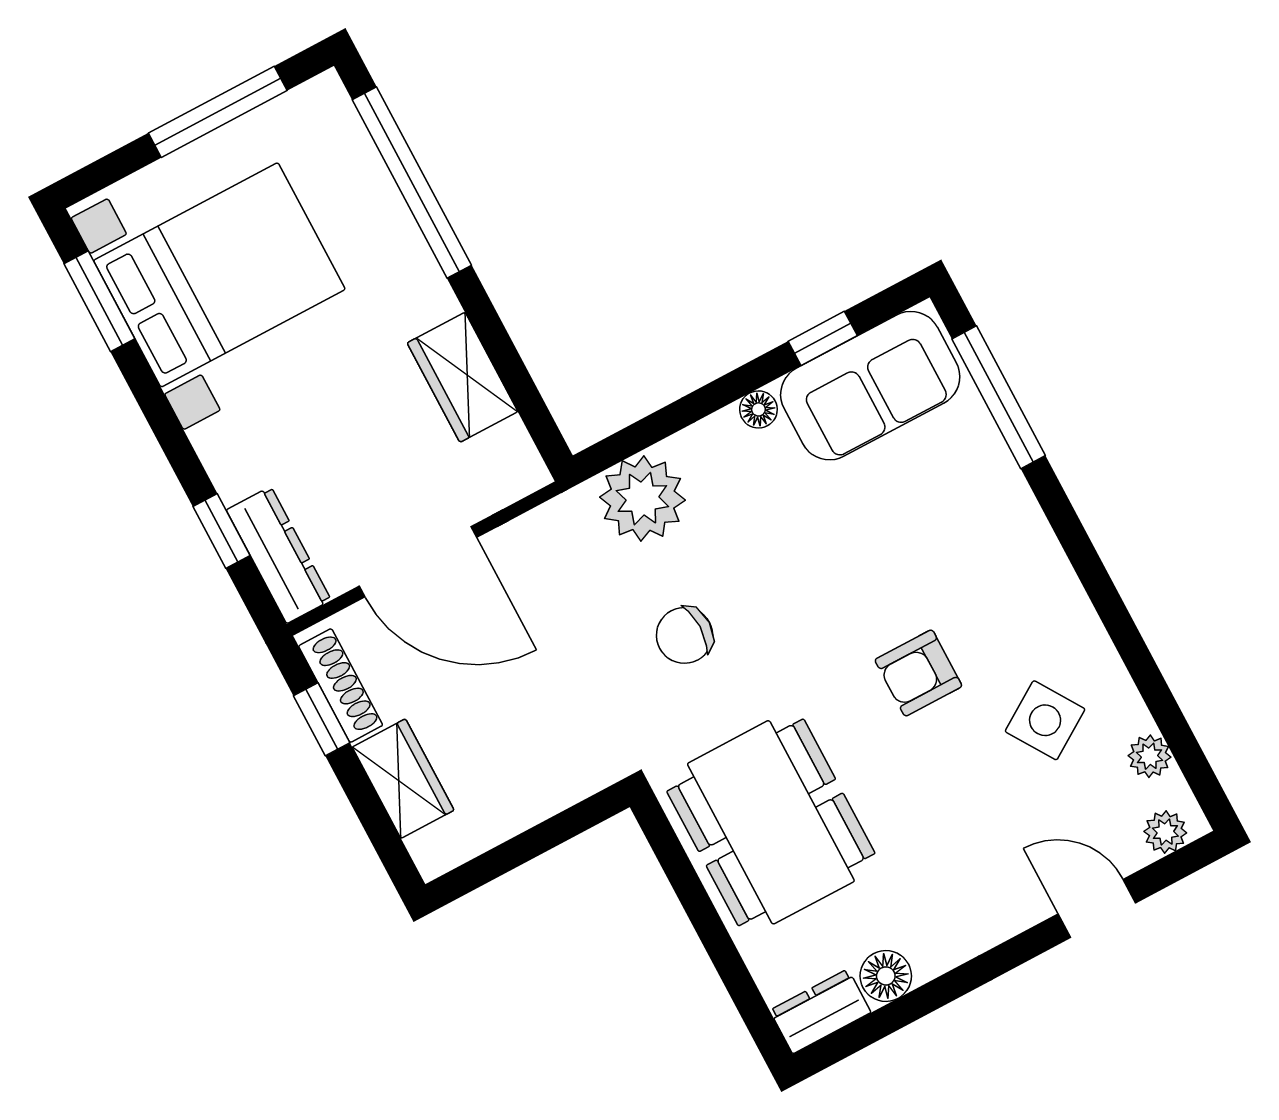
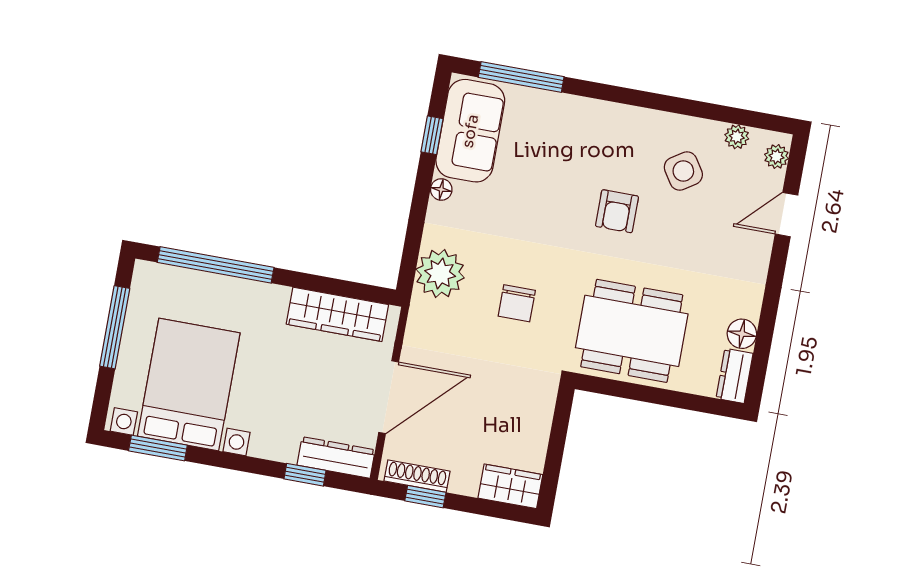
wardrobe: (463, 377) -> (337, 314), width x1.50
wardrobe: (403, 779) -> (510, 486), moved

